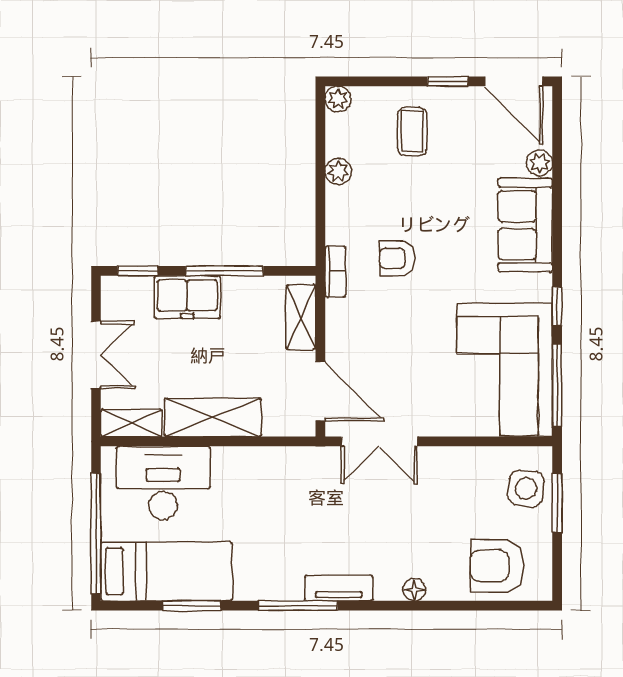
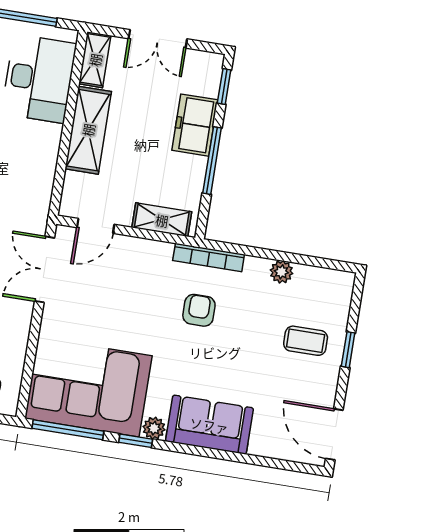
window: (448, 81) -> (348, 350), moved
door: (513, 81) -> (334, 434), hinge flipped
plant: (338, 99) -> (343, 282), removed
plant: (540, 163) -> (154, 428), moved
bookcase: (335, 271) -> (209, 257), width x1.56
door: (320, 391) -> (96, 226), width x0.73

